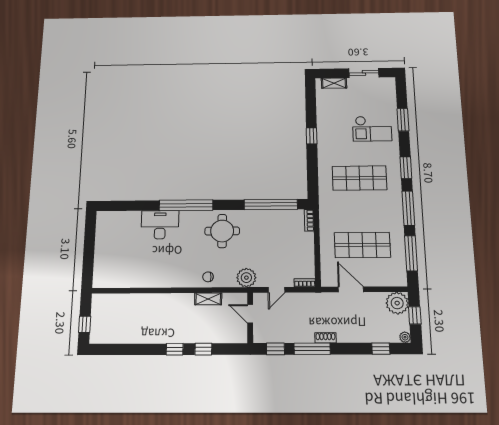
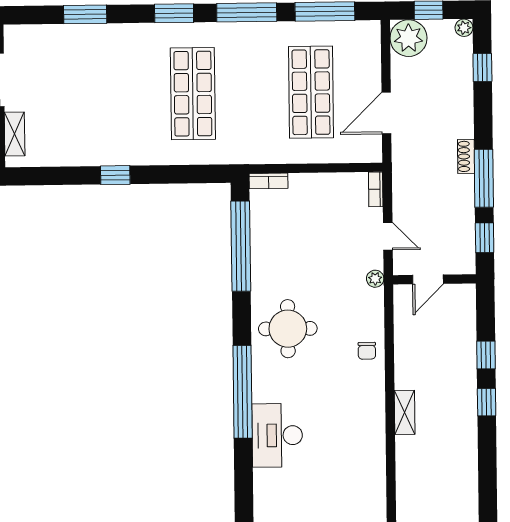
checkout: (372, 129) -> (102, 69), removed
plant: (246, 278) -> (375, 279), width x0.53, depth x0.53
shelving: (208, 299) -> (405, 412), moved

